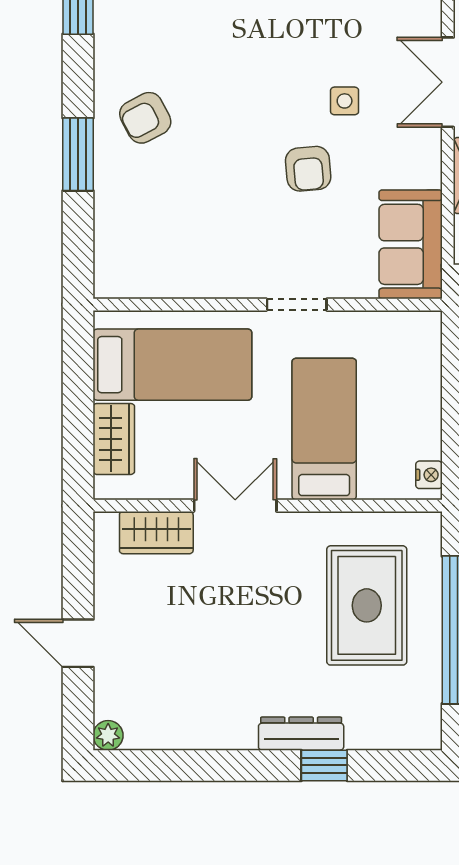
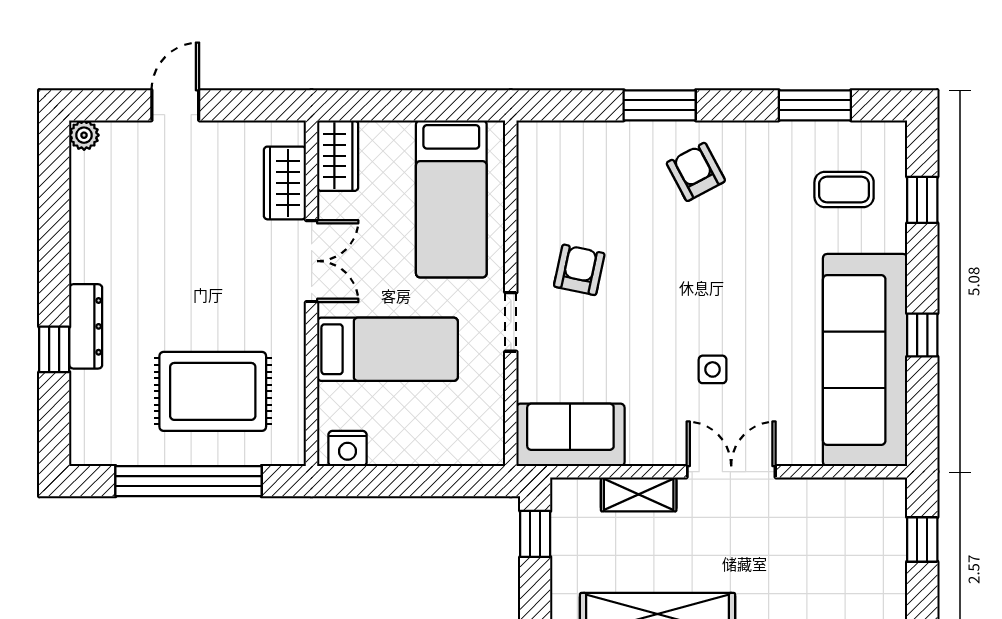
armchair: (308, 169) -> (579, 270), moved, turned 107
wardrobe: (114, 439) -> (338, 156), moved, turned -90
nightstand: (429, 475) -> (348, 448), width x1.39, depth x1.35

